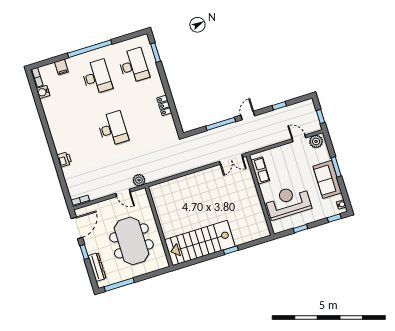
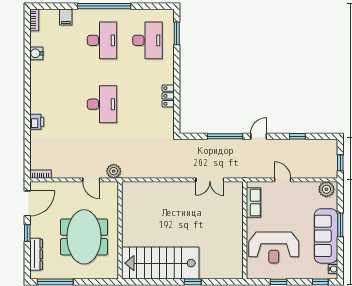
water cooler: (43, 92) -> (36, 53), moved
door: (299, 138) -> (283, 180), moved
double door: (231, 159) -> (210, 180), moved
sofa: (327, 179) -> (326, 236), width x1.36
reception desk: (288, 202) -> (274, 248), turned 180

